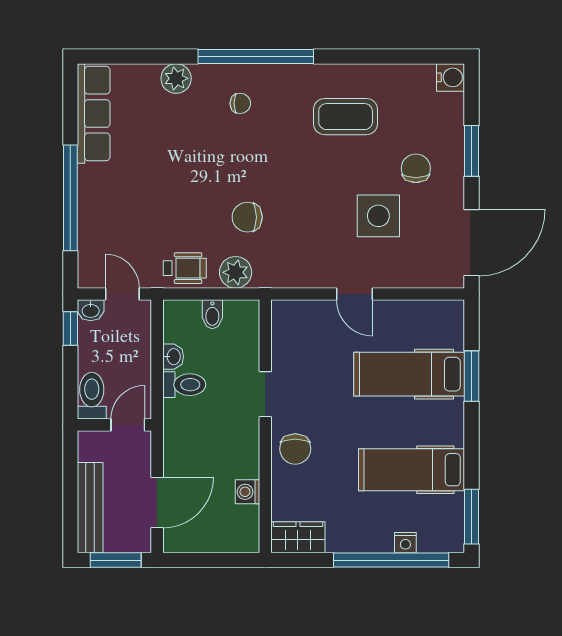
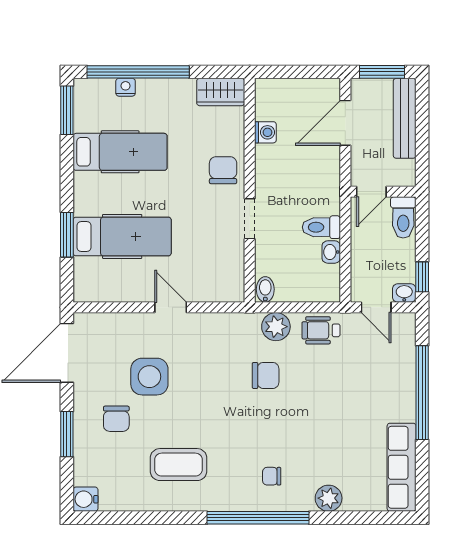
bidet: (212, 314) -> (265, 289), moved

